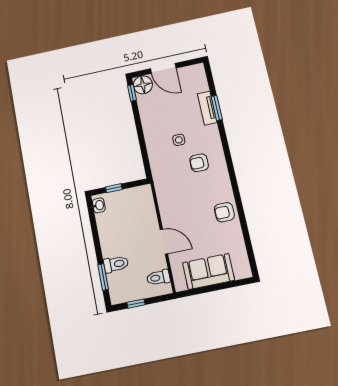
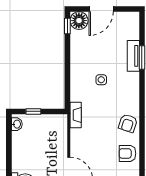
door: (163, 68) -> (101, 9), hinge flipped
armchair: (199, 163) -> (128, 123), moved, turned -72
fireplace: (159, 183) -> (76, 115), added

